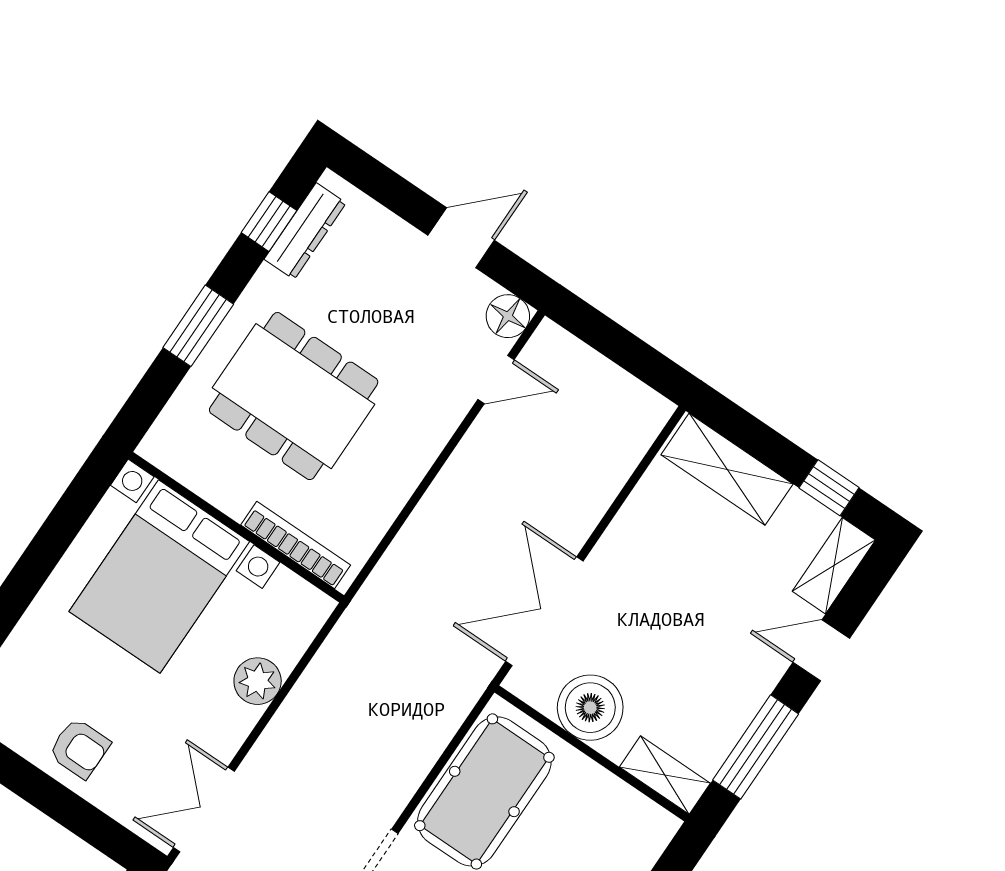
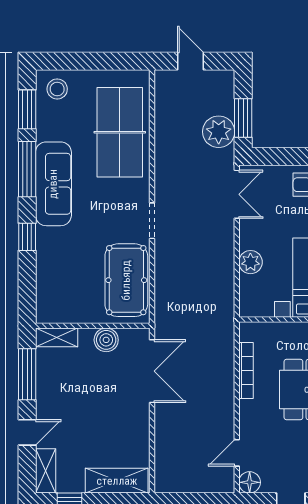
bookcase: (296, 545) -> (246, 370), moved, turned -90
boiler: (590, 708) -> (106, 340), width x0.73, depth x0.73

